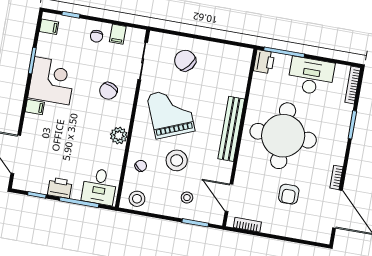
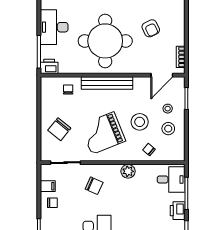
chair: (232, 80) -> (68, 89), added
armchair: (289, 194) -> (151, 28), turned 64
stool: (137, 199) -> (168, 129), moved

